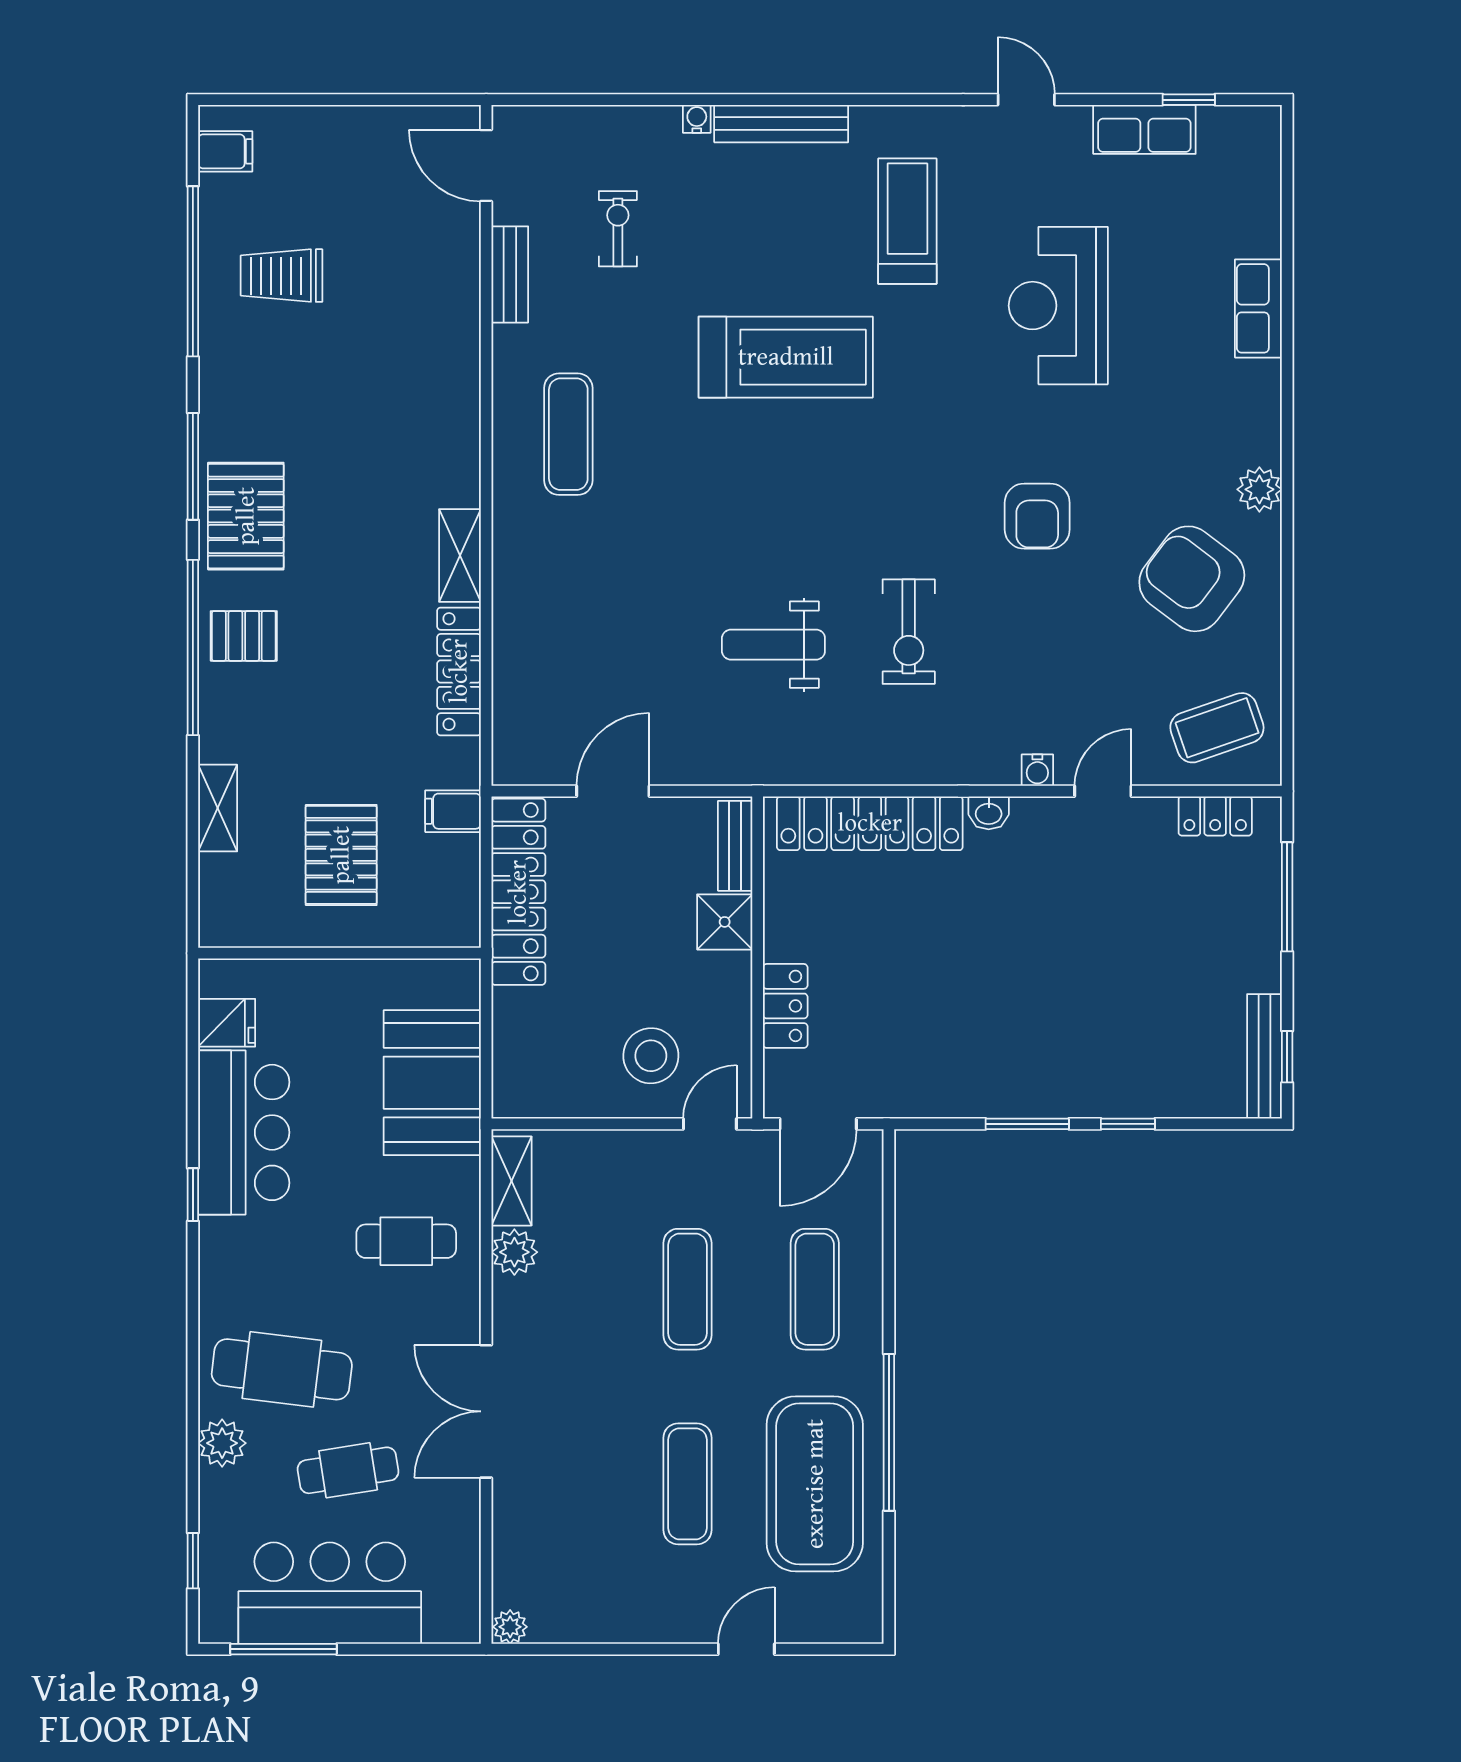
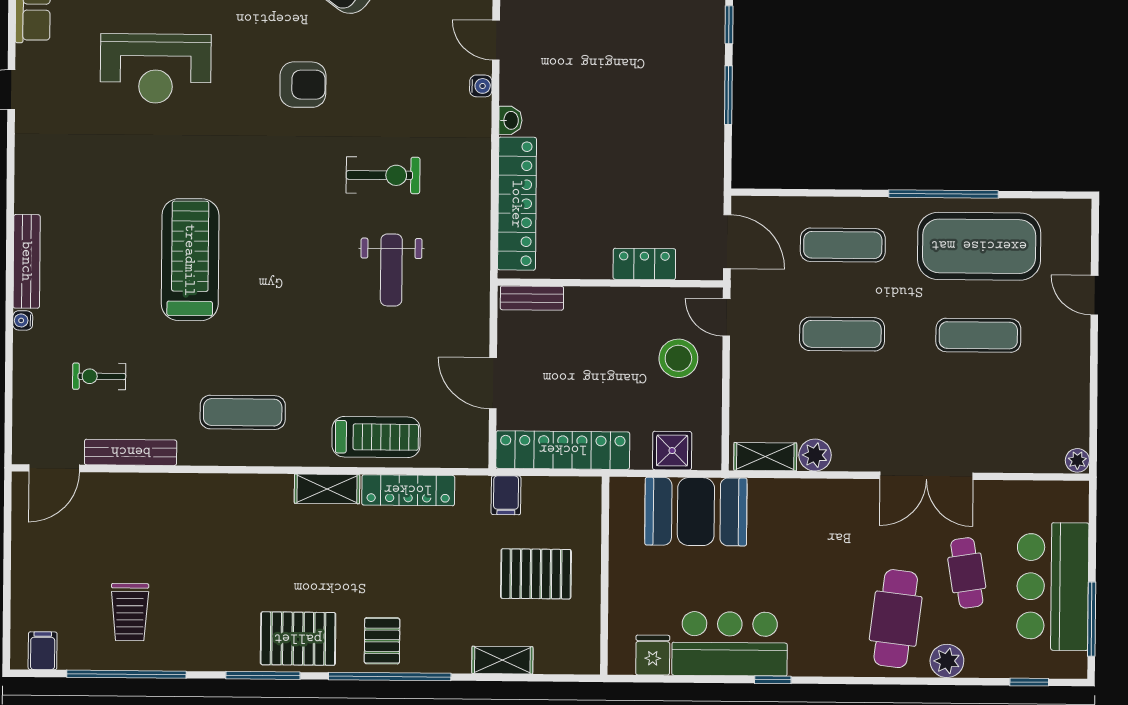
treadmill: (907, 221) -> (376, 437), moved, turned 180
bench: (510, 274) -> (131, 452), width x1.36
shower: (725, 922) -> (672, 451), moved
cafe table: (406, 1241) -> (807, 531), removed

